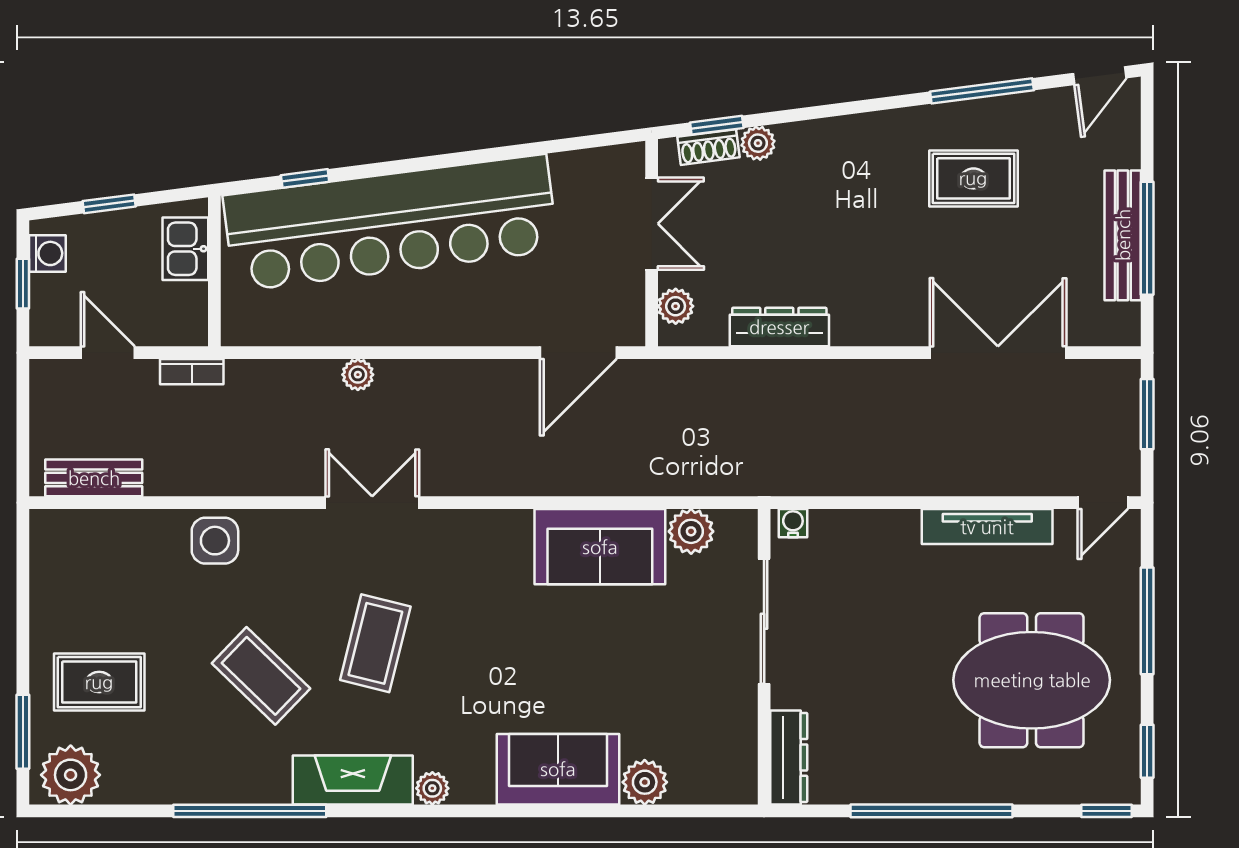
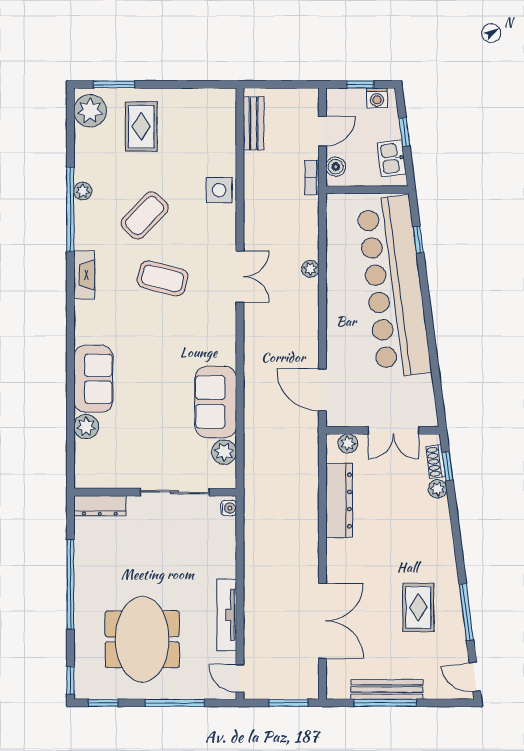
kitchen sink: (185, 249) -> (392, 158), moved, turned -97
dresser: (779, 327) -> (339, 501), width x1.37, depth x1.24
boiler: (172, 329) -> (336, 167), added
fireplace: (353, 780) -> (84, 275), width x0.73, depth x0.76
plant: (432, 788) -> (83, 191), moved

